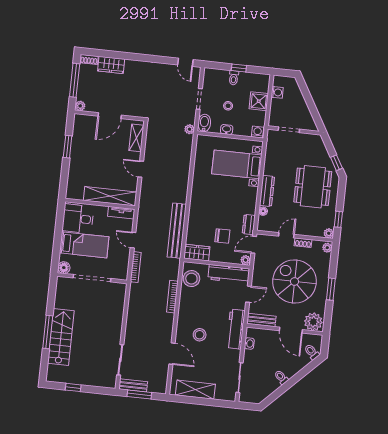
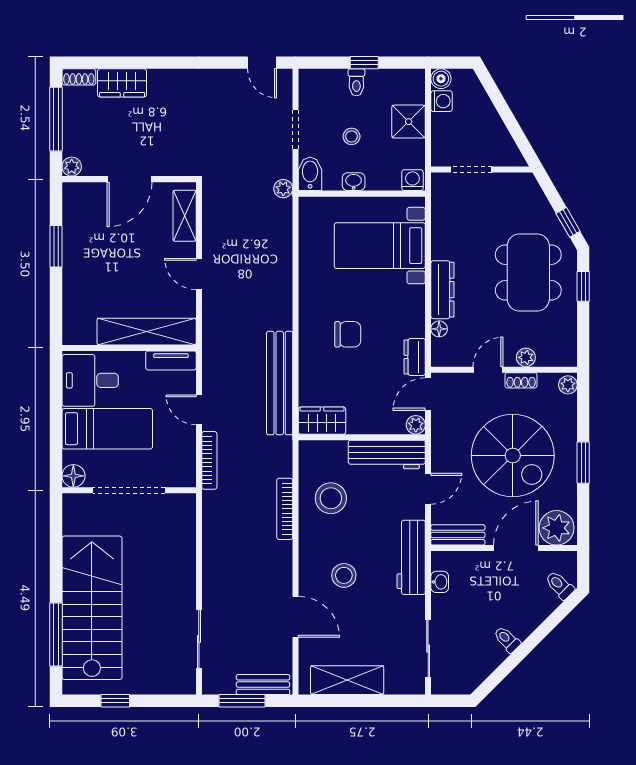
boiler: (278, 81) -> (441, 79), added
window: (338, 219) -> (583, 286), moved
plant: (329, 233) -> (526, 357), moved
chair: (222, 236) -> (348, 334), moved
stool: (191, 279) -> (331, 498), moved
spiral stairs: (294, 282) -> (513, 456), turned 180
door: (291, 330) -> (516, 548), swing flipped
window: (48, 332) -> (56, 634), moved
stairs: (61, 337) -> (92, 608), width x1.36, depth x1.51
bench: (133, 385) -> (263, 685), moved

